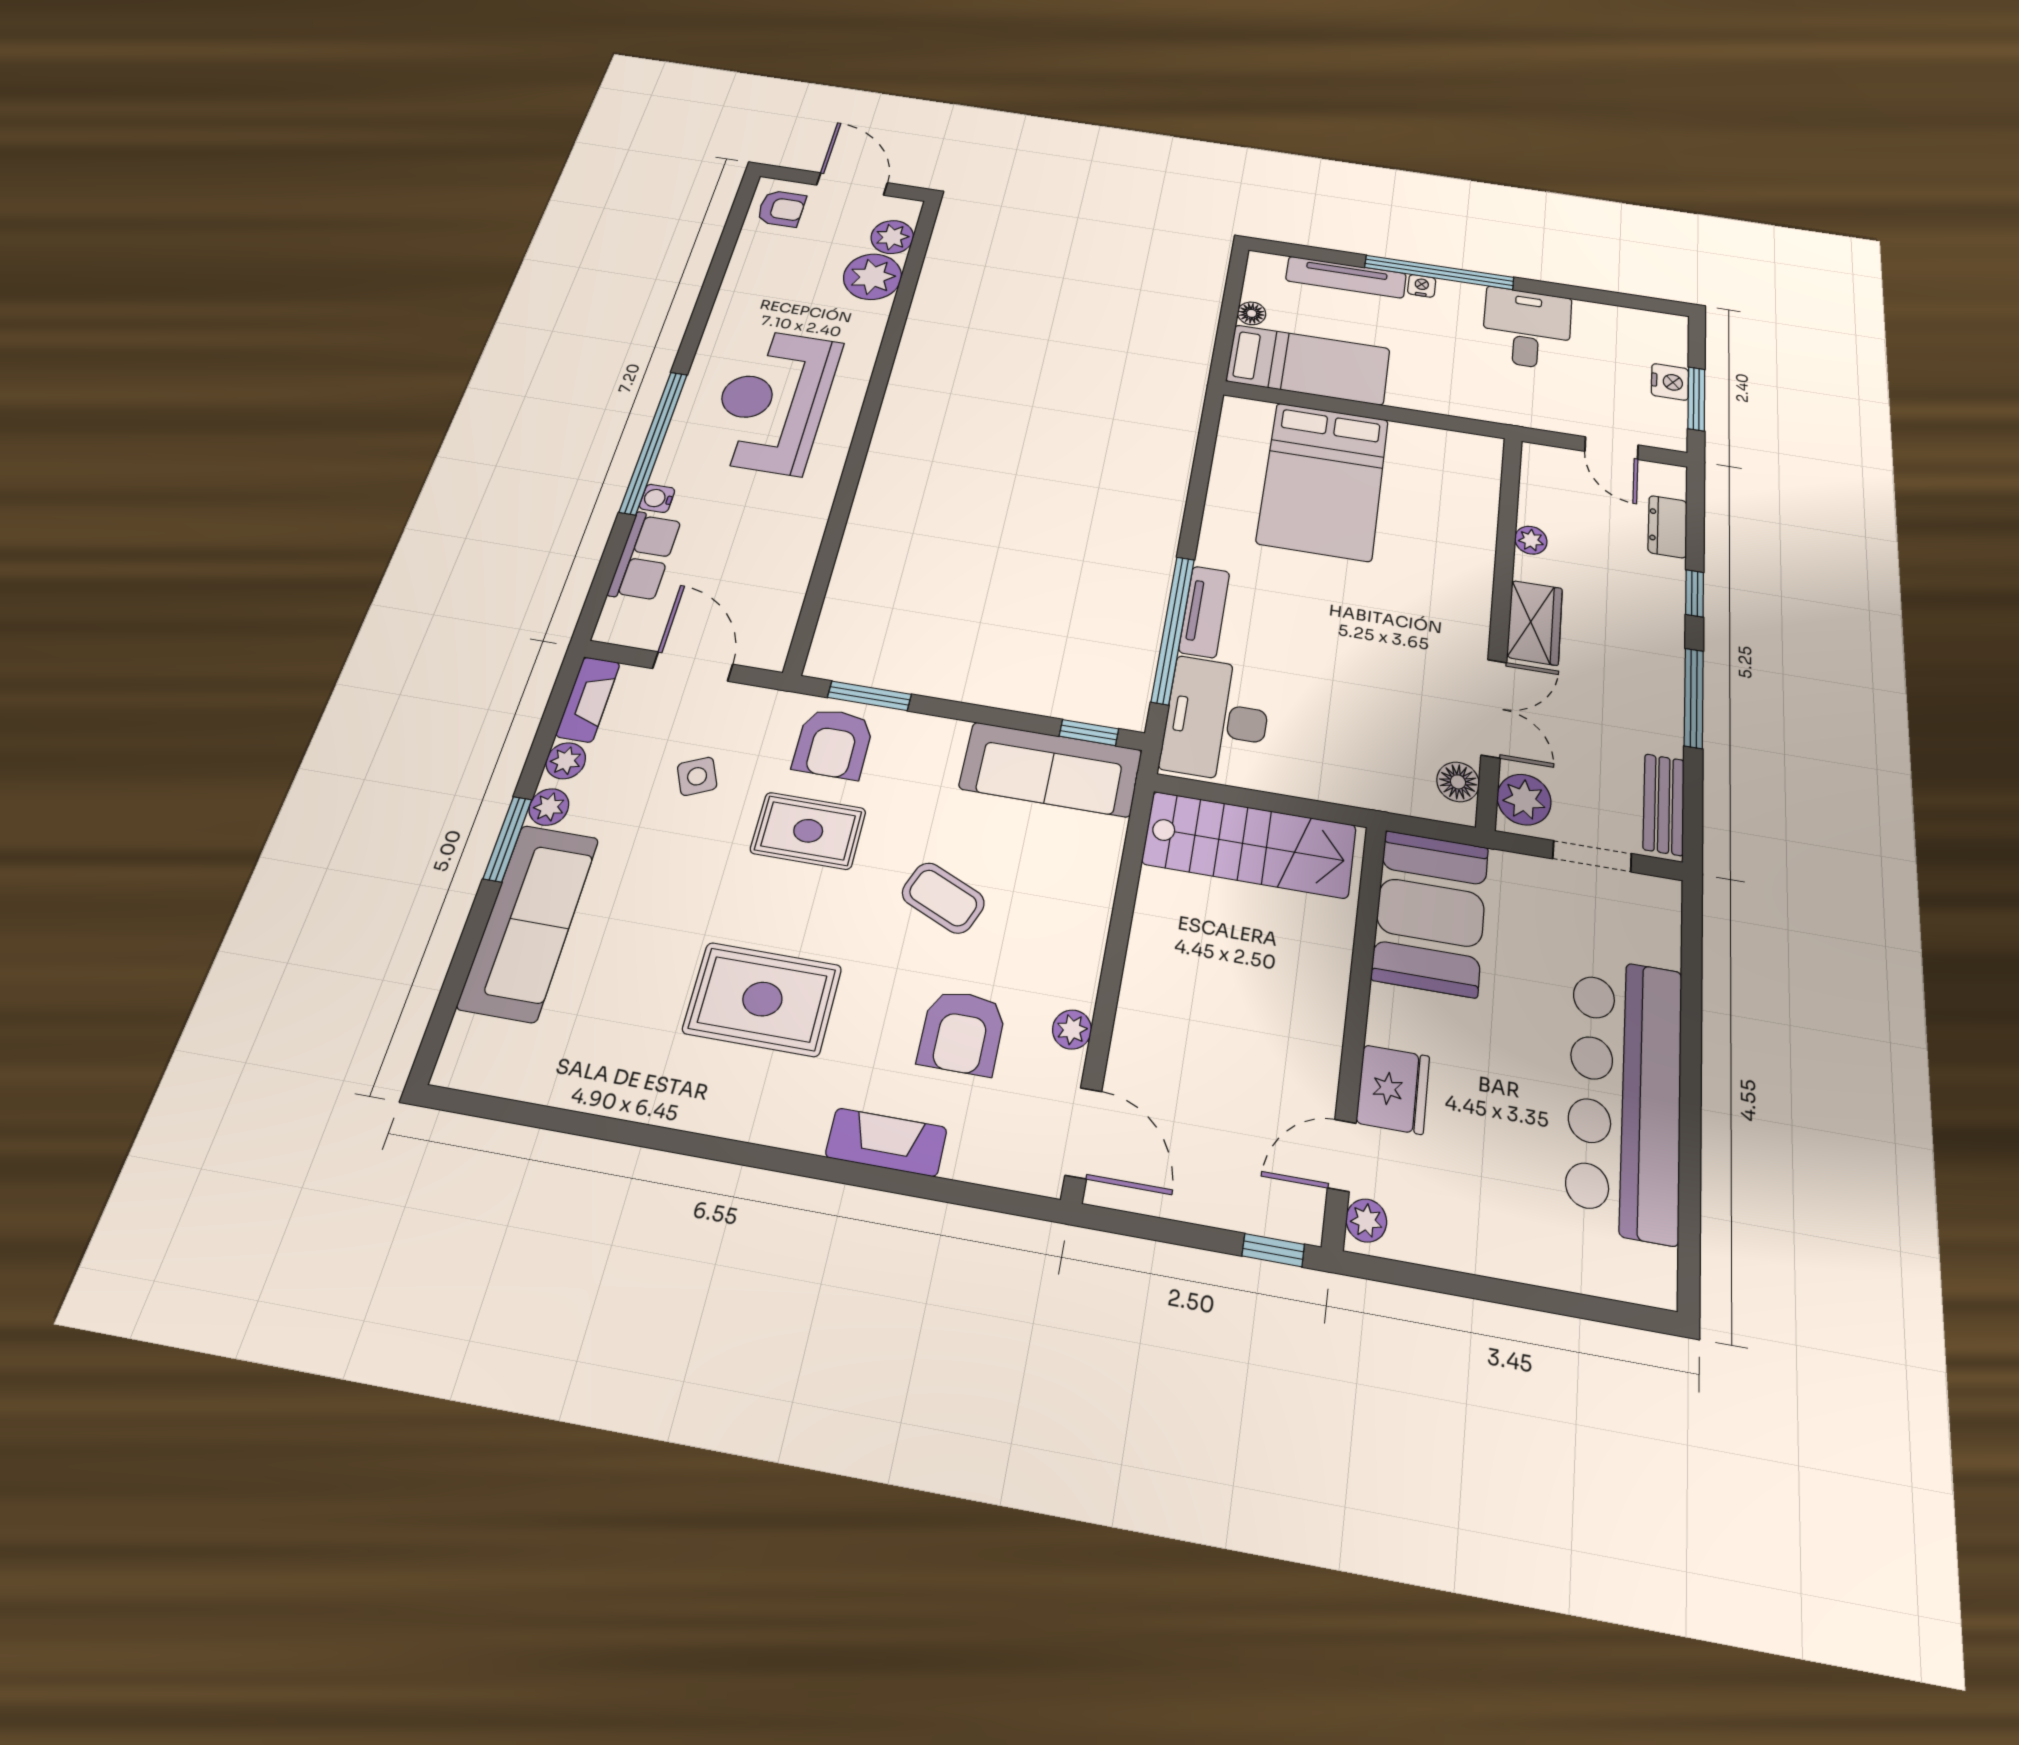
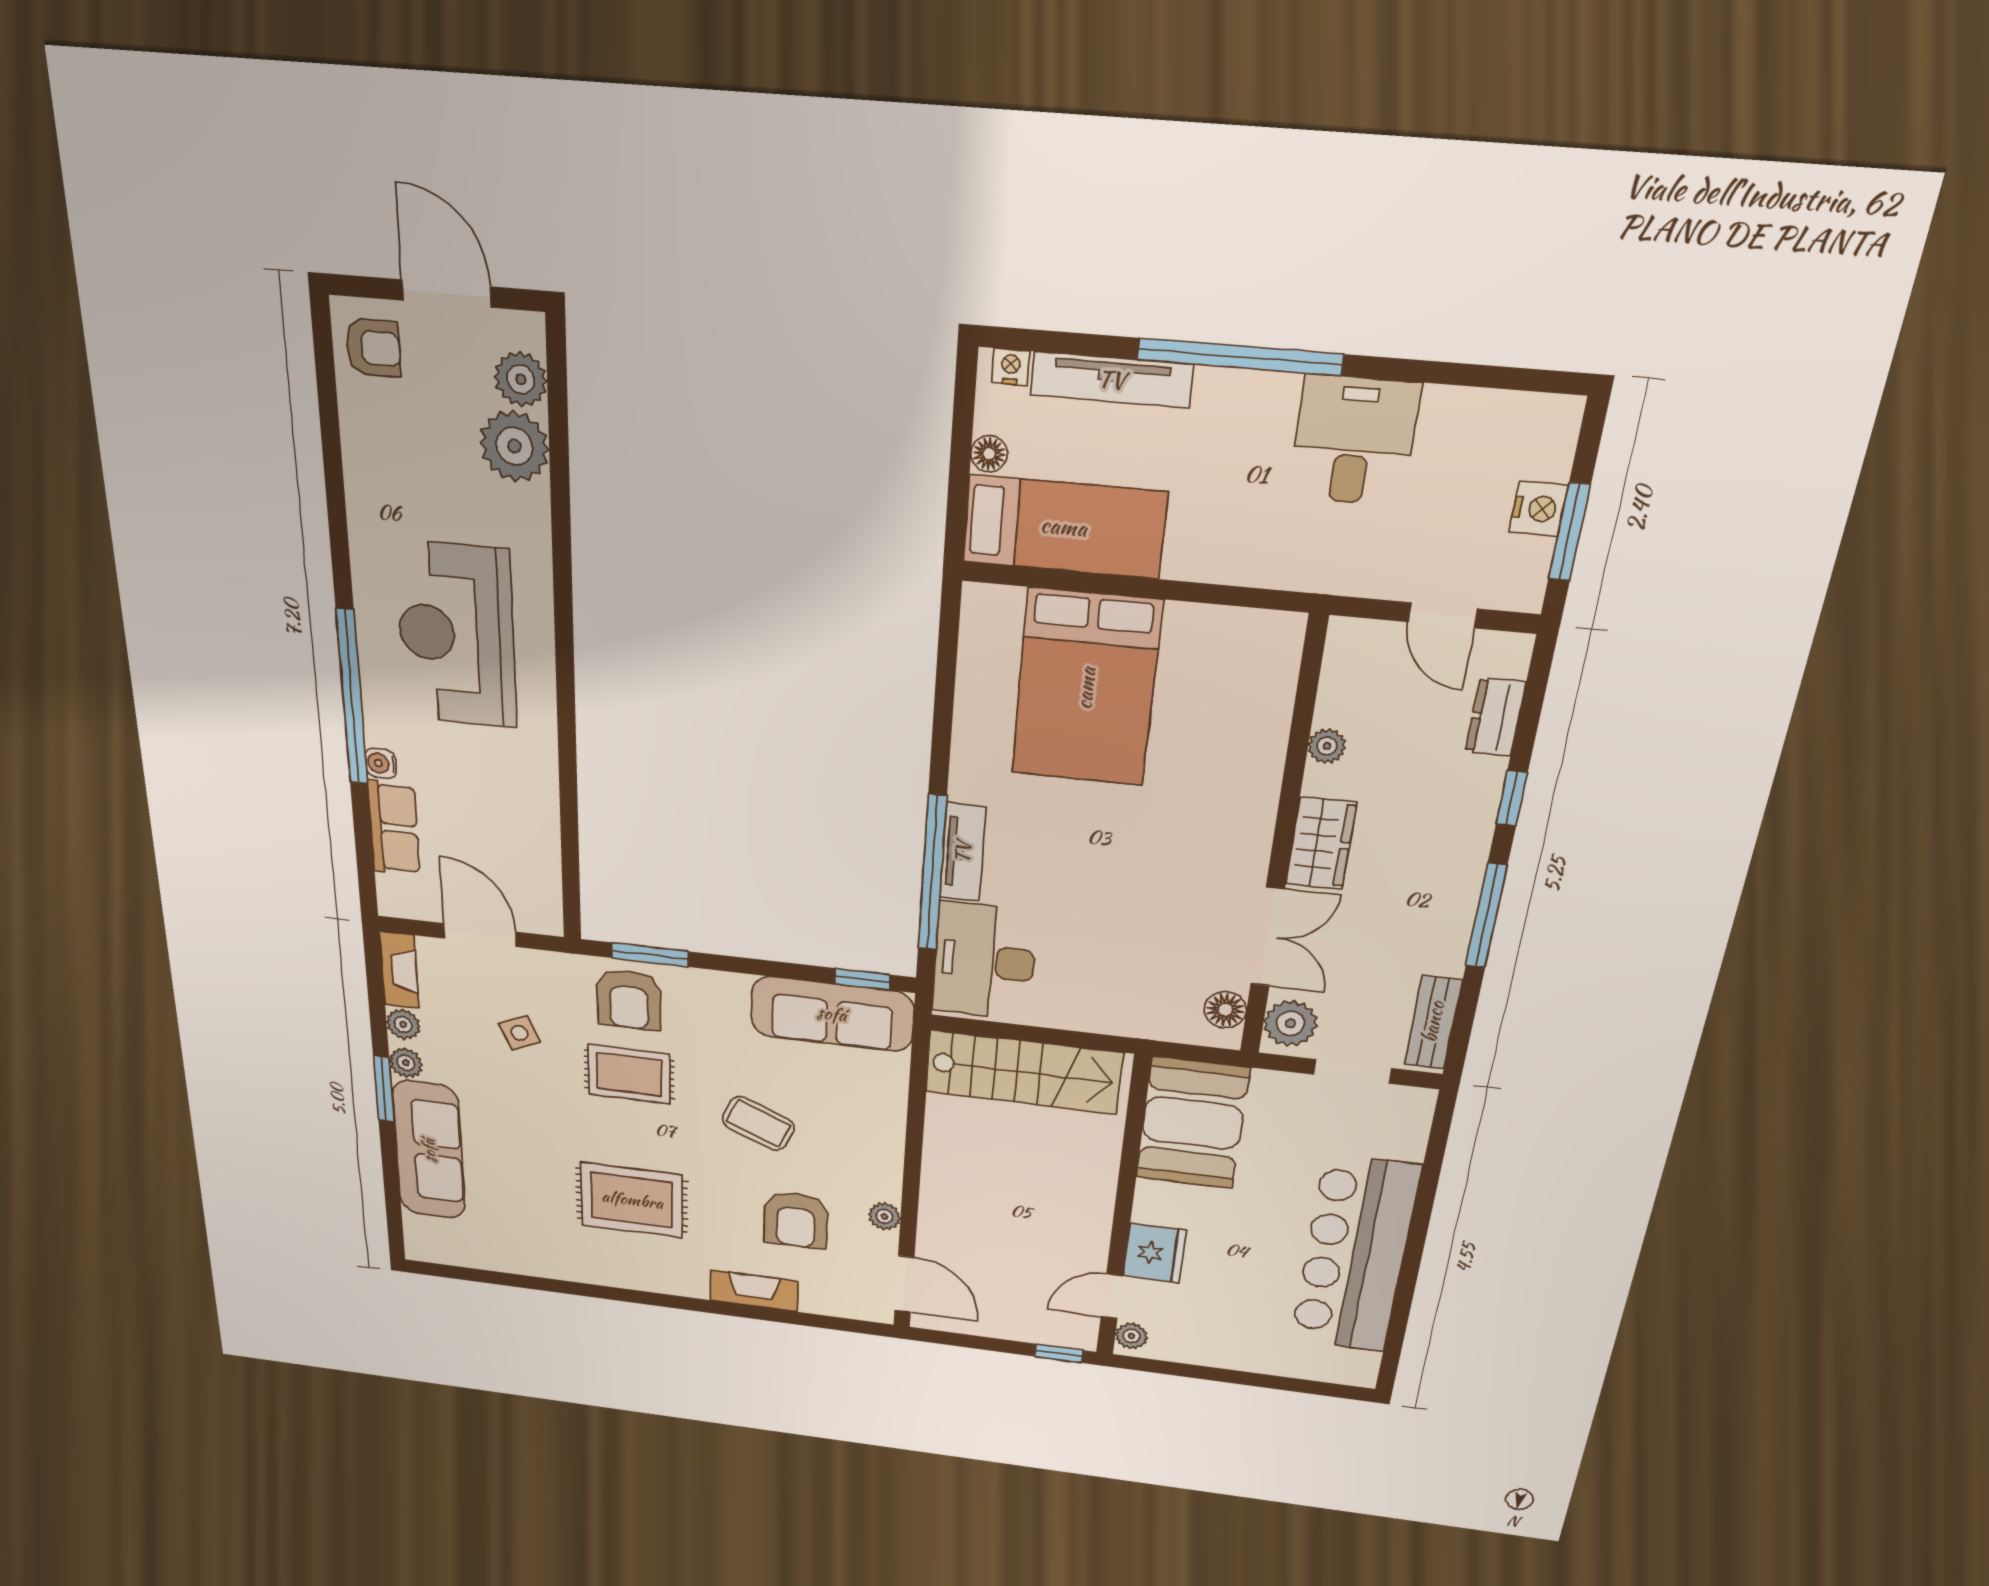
nightstand: (1422, 286) -> (1011, 367), moved

